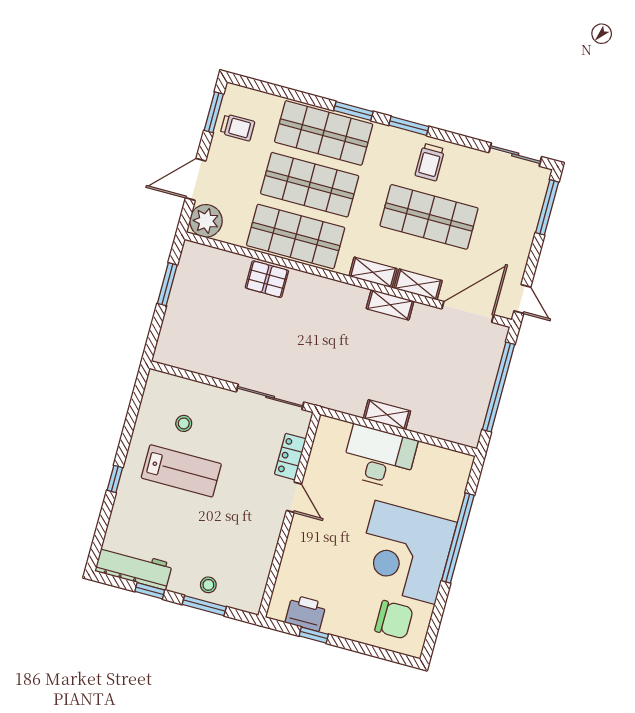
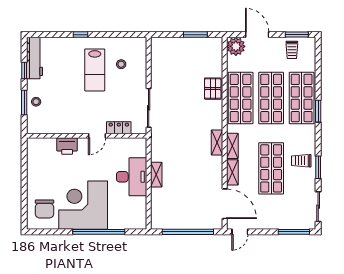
window: (409, 126) -> (318, 167), moved
shelving: (390, 305) -> (217, 143), moved
printer: (306, 613) -> (67, 146), moved, turned 90
window: (314, 635) -> (24, 167), removed

